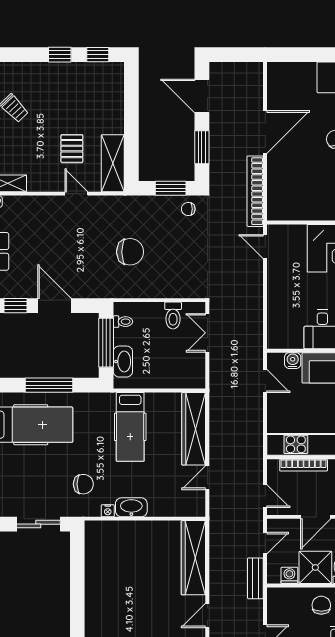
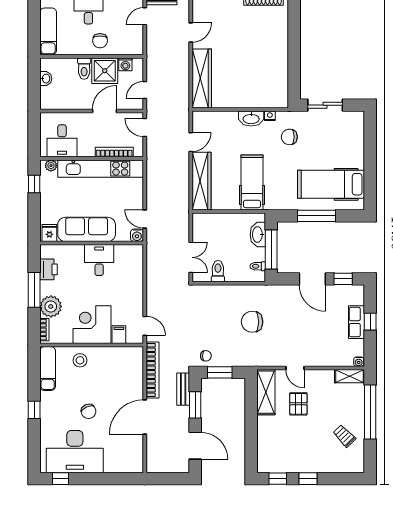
filing cabinet: (298, 236) -> (119, 335), added
water cooler: (293, 361) -> (137, 235), moved
bench: (255, 578) -> (183, 389), moved

